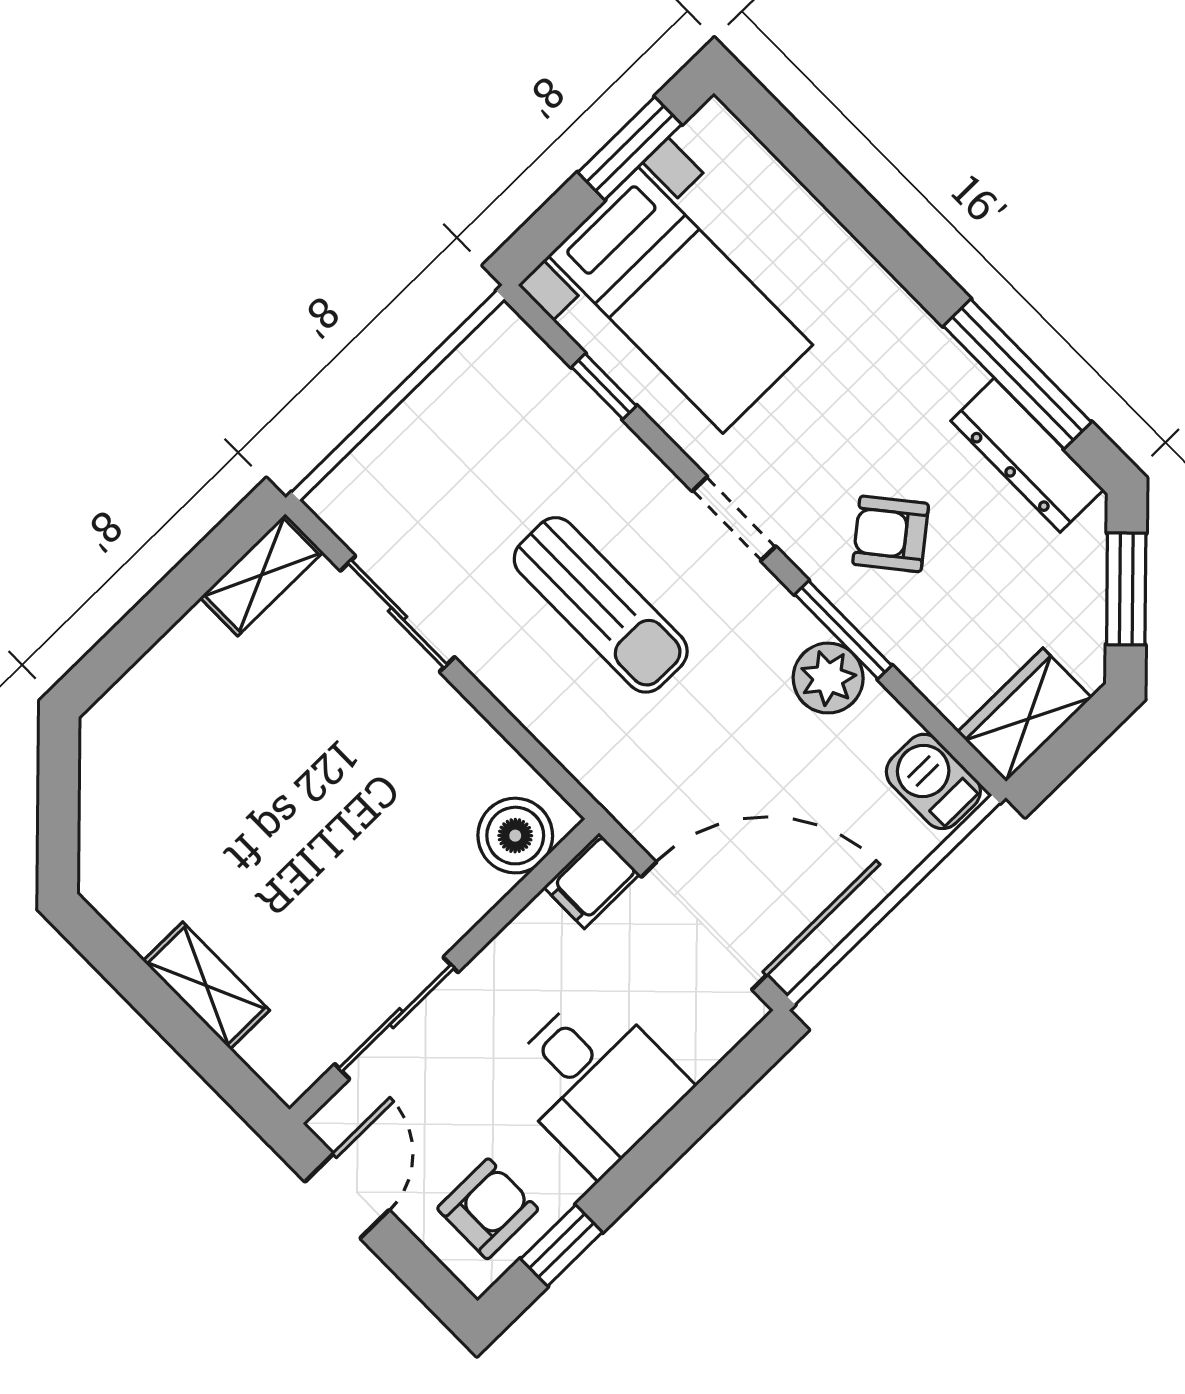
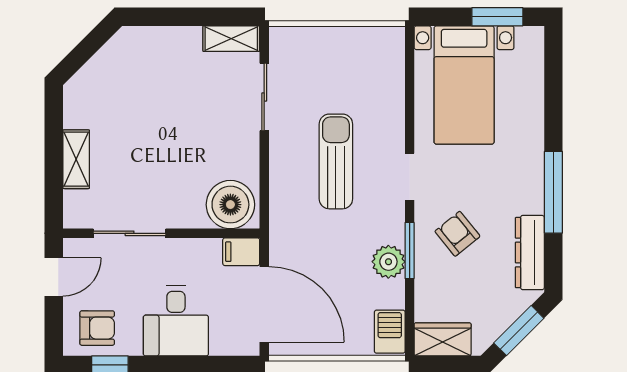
window: (1017, 374) -> (553, 192), moved
window: (604, 386) -> (410, 89), removed
sun lounger: (601, 605) -> (336, 161), turned 180
boiler: (515, 836) -> (230, 205), width x1.37, depth x1.37

